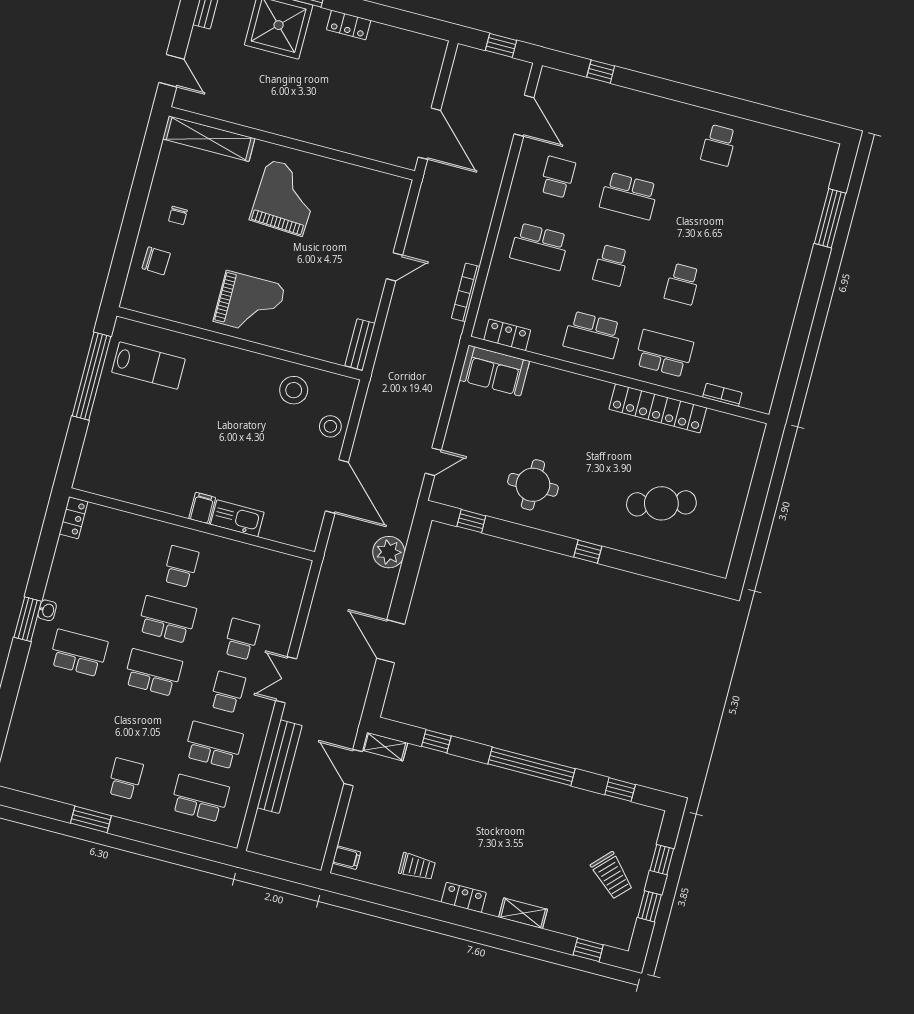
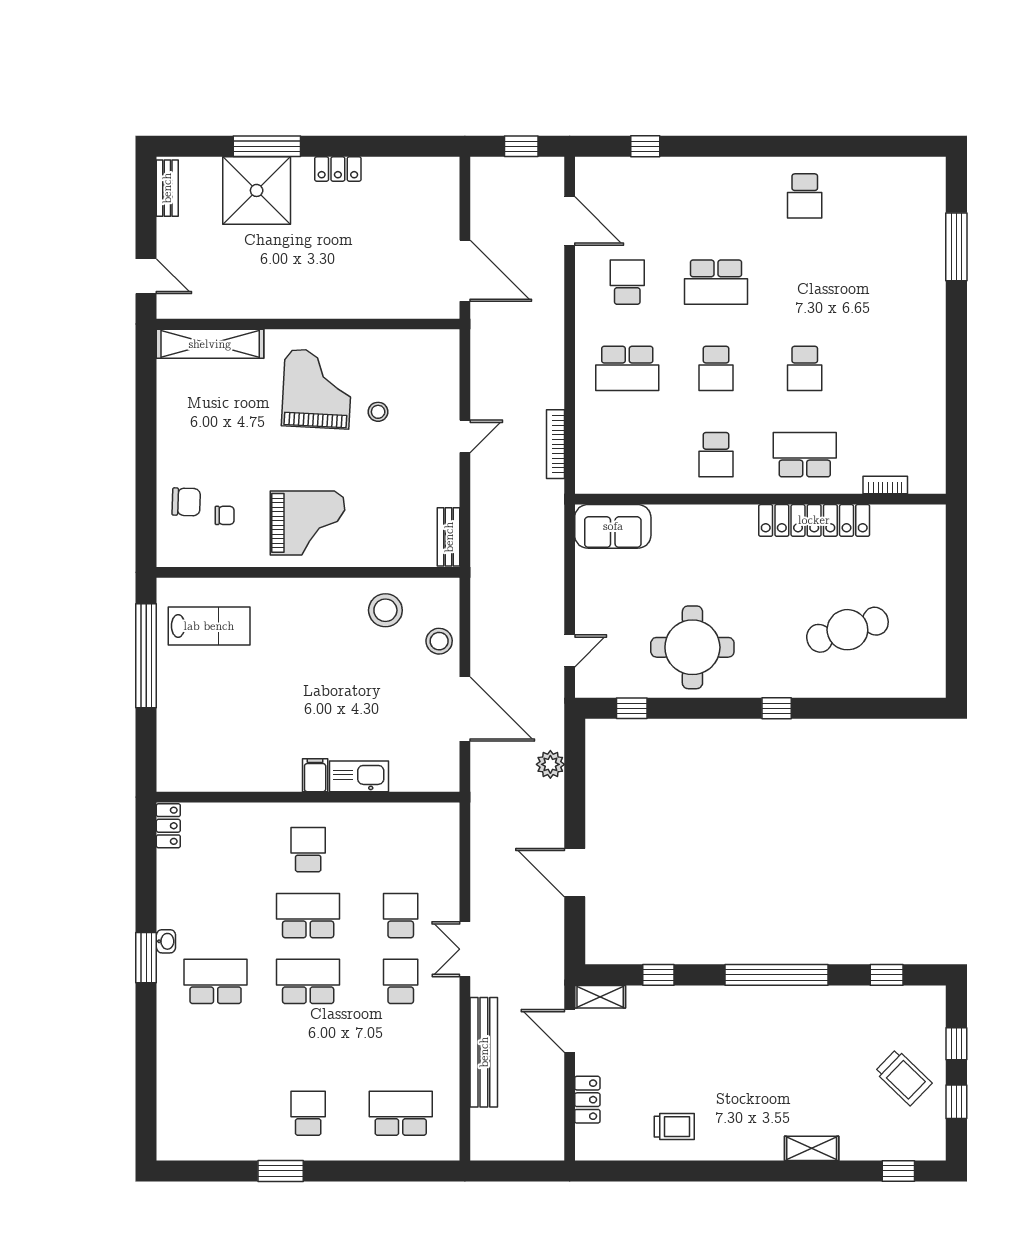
chair: (178, 215) -> (225, 515), moved, turned -90
stool: (330, 229) -> (378, 412), added
locker: (507, 335) -> (617, 481), removed
school desk: (593, 335) -> (716, 455), width x0.54
round table: (533, 485) -> (692, 647), width x1.36, depth x1.36
plant: (389, 552) -> (550, 764), width x0.73, depth x0.73
school desk: (214, 745) -> (401, 1047), removed
filing cabinet: (347, 858) -> (589, 1138), removed
locker: (464, 897) -> (587, 1100), moved, turned 90

